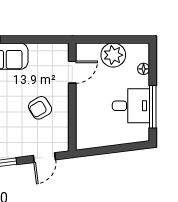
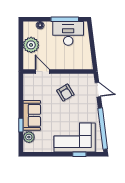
desk: (131, 106) -> (68, 33), width x1.37

